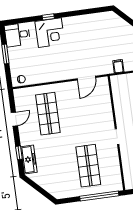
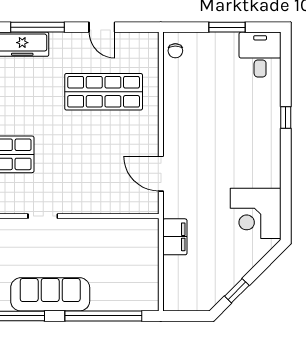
corner desk: (50, 33) -> (256, 213), moved
filing cabinet: (118, 66) -> (175, 237), width x2.00
window: (19, 153) -> (37, 27), width x2.17

